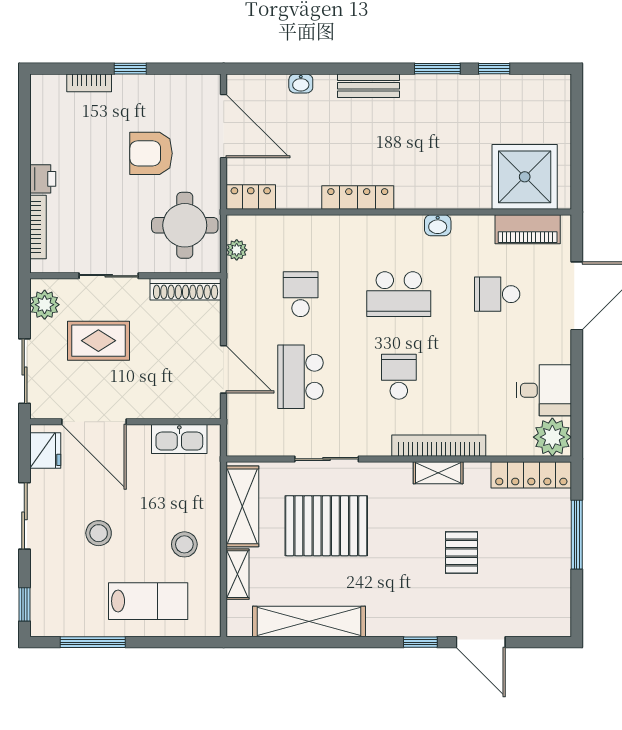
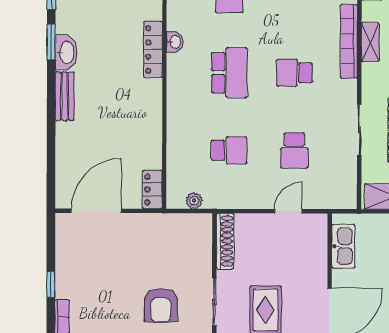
washbasin: (301, 83) -> (66, 52), moved, width x1.91, depth x1.45
armchair: (151, 153) -> (161, 305), moved
locker: (358, 197) -> (153, 50), moved
round table: (185, 225) -> (175, 242), removed
school desk: (301, 294) -> (229, 150), turned 180
door: (224, 369) -> (288, 211), width x0.73
school desk: (301, 377) -> (294, 150), width x0.54

